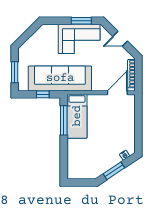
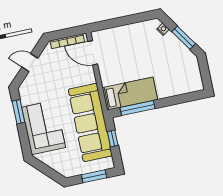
corner sofa: (79, 39) -> (44, 127), moved
door: (120, 39) -> (30, 63), swing flipped

